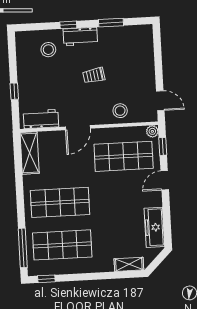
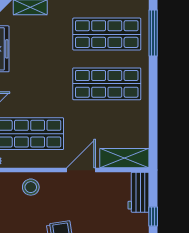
workbench: (41, 119) -> (139, 192), moved, turned 90
shelving: (30, 153) -> (124, 158), moved, turned 90

